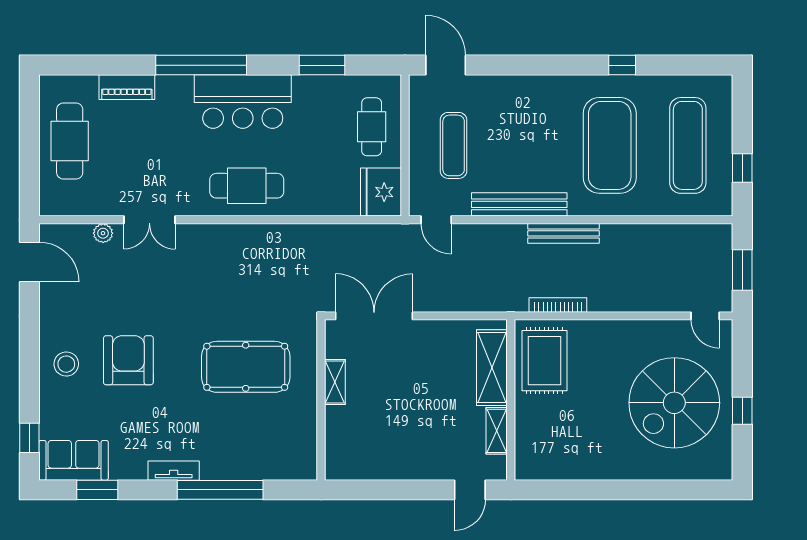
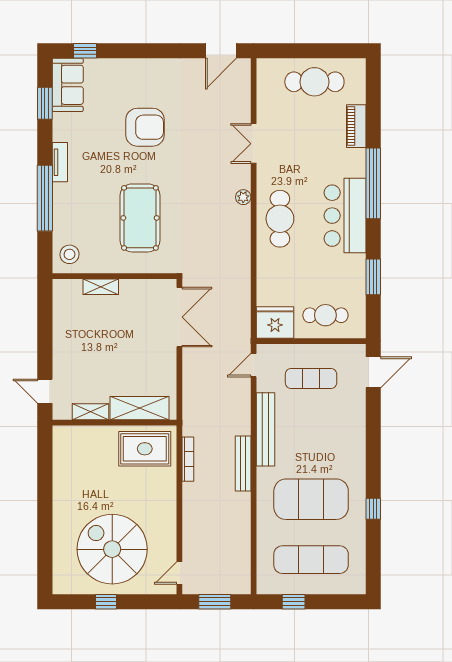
plant: (103, 233) -> (243, 197), moved
stool: (66, 364) -> (70, 254), moved
shelving: (335, 382) -> (101, 287), moved

